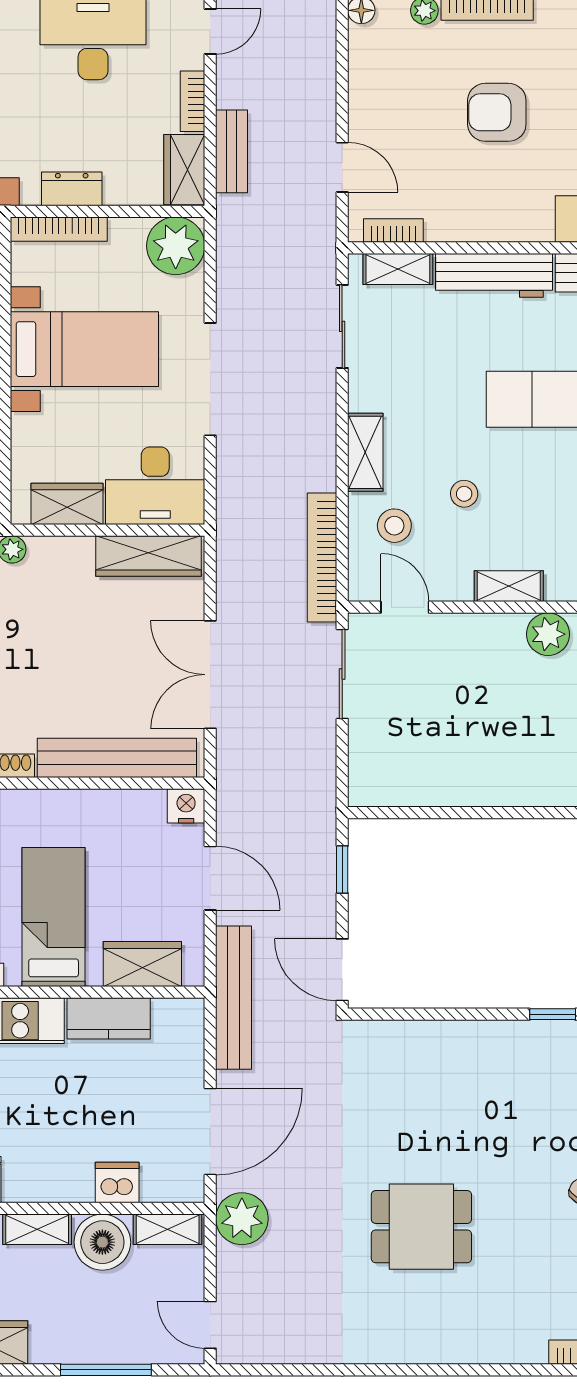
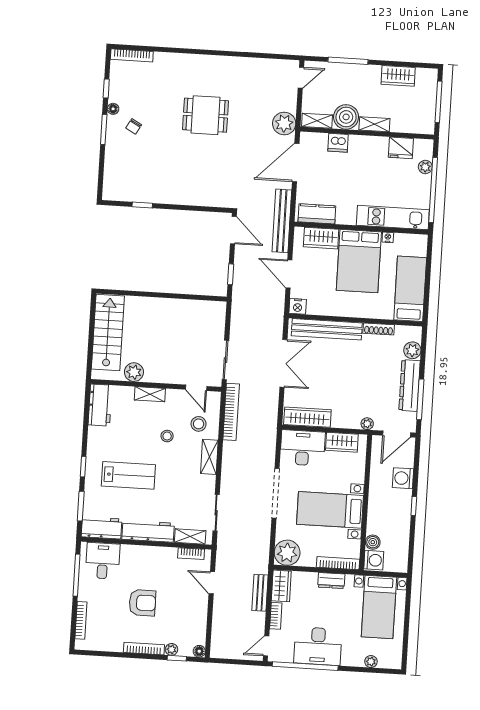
bed: (54, 917) -> (359, 261), width x1.50
kitchen counter: (109, 1018) -> (317, 214), moved
door: (210, 1325) -> (301, 78), hinge flipped

